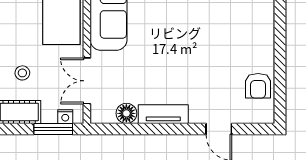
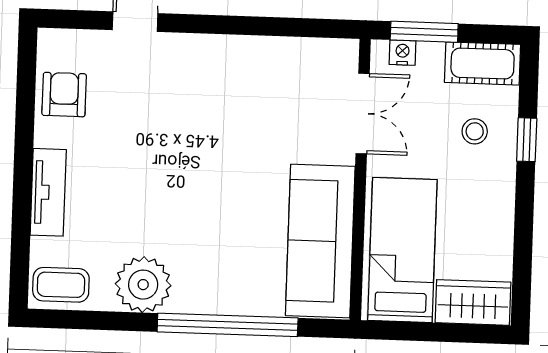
floor lamp: (126, 113) -> (296, 54), removed
tv unit: (163, 114) -> (48, 192), moved, turned -90

